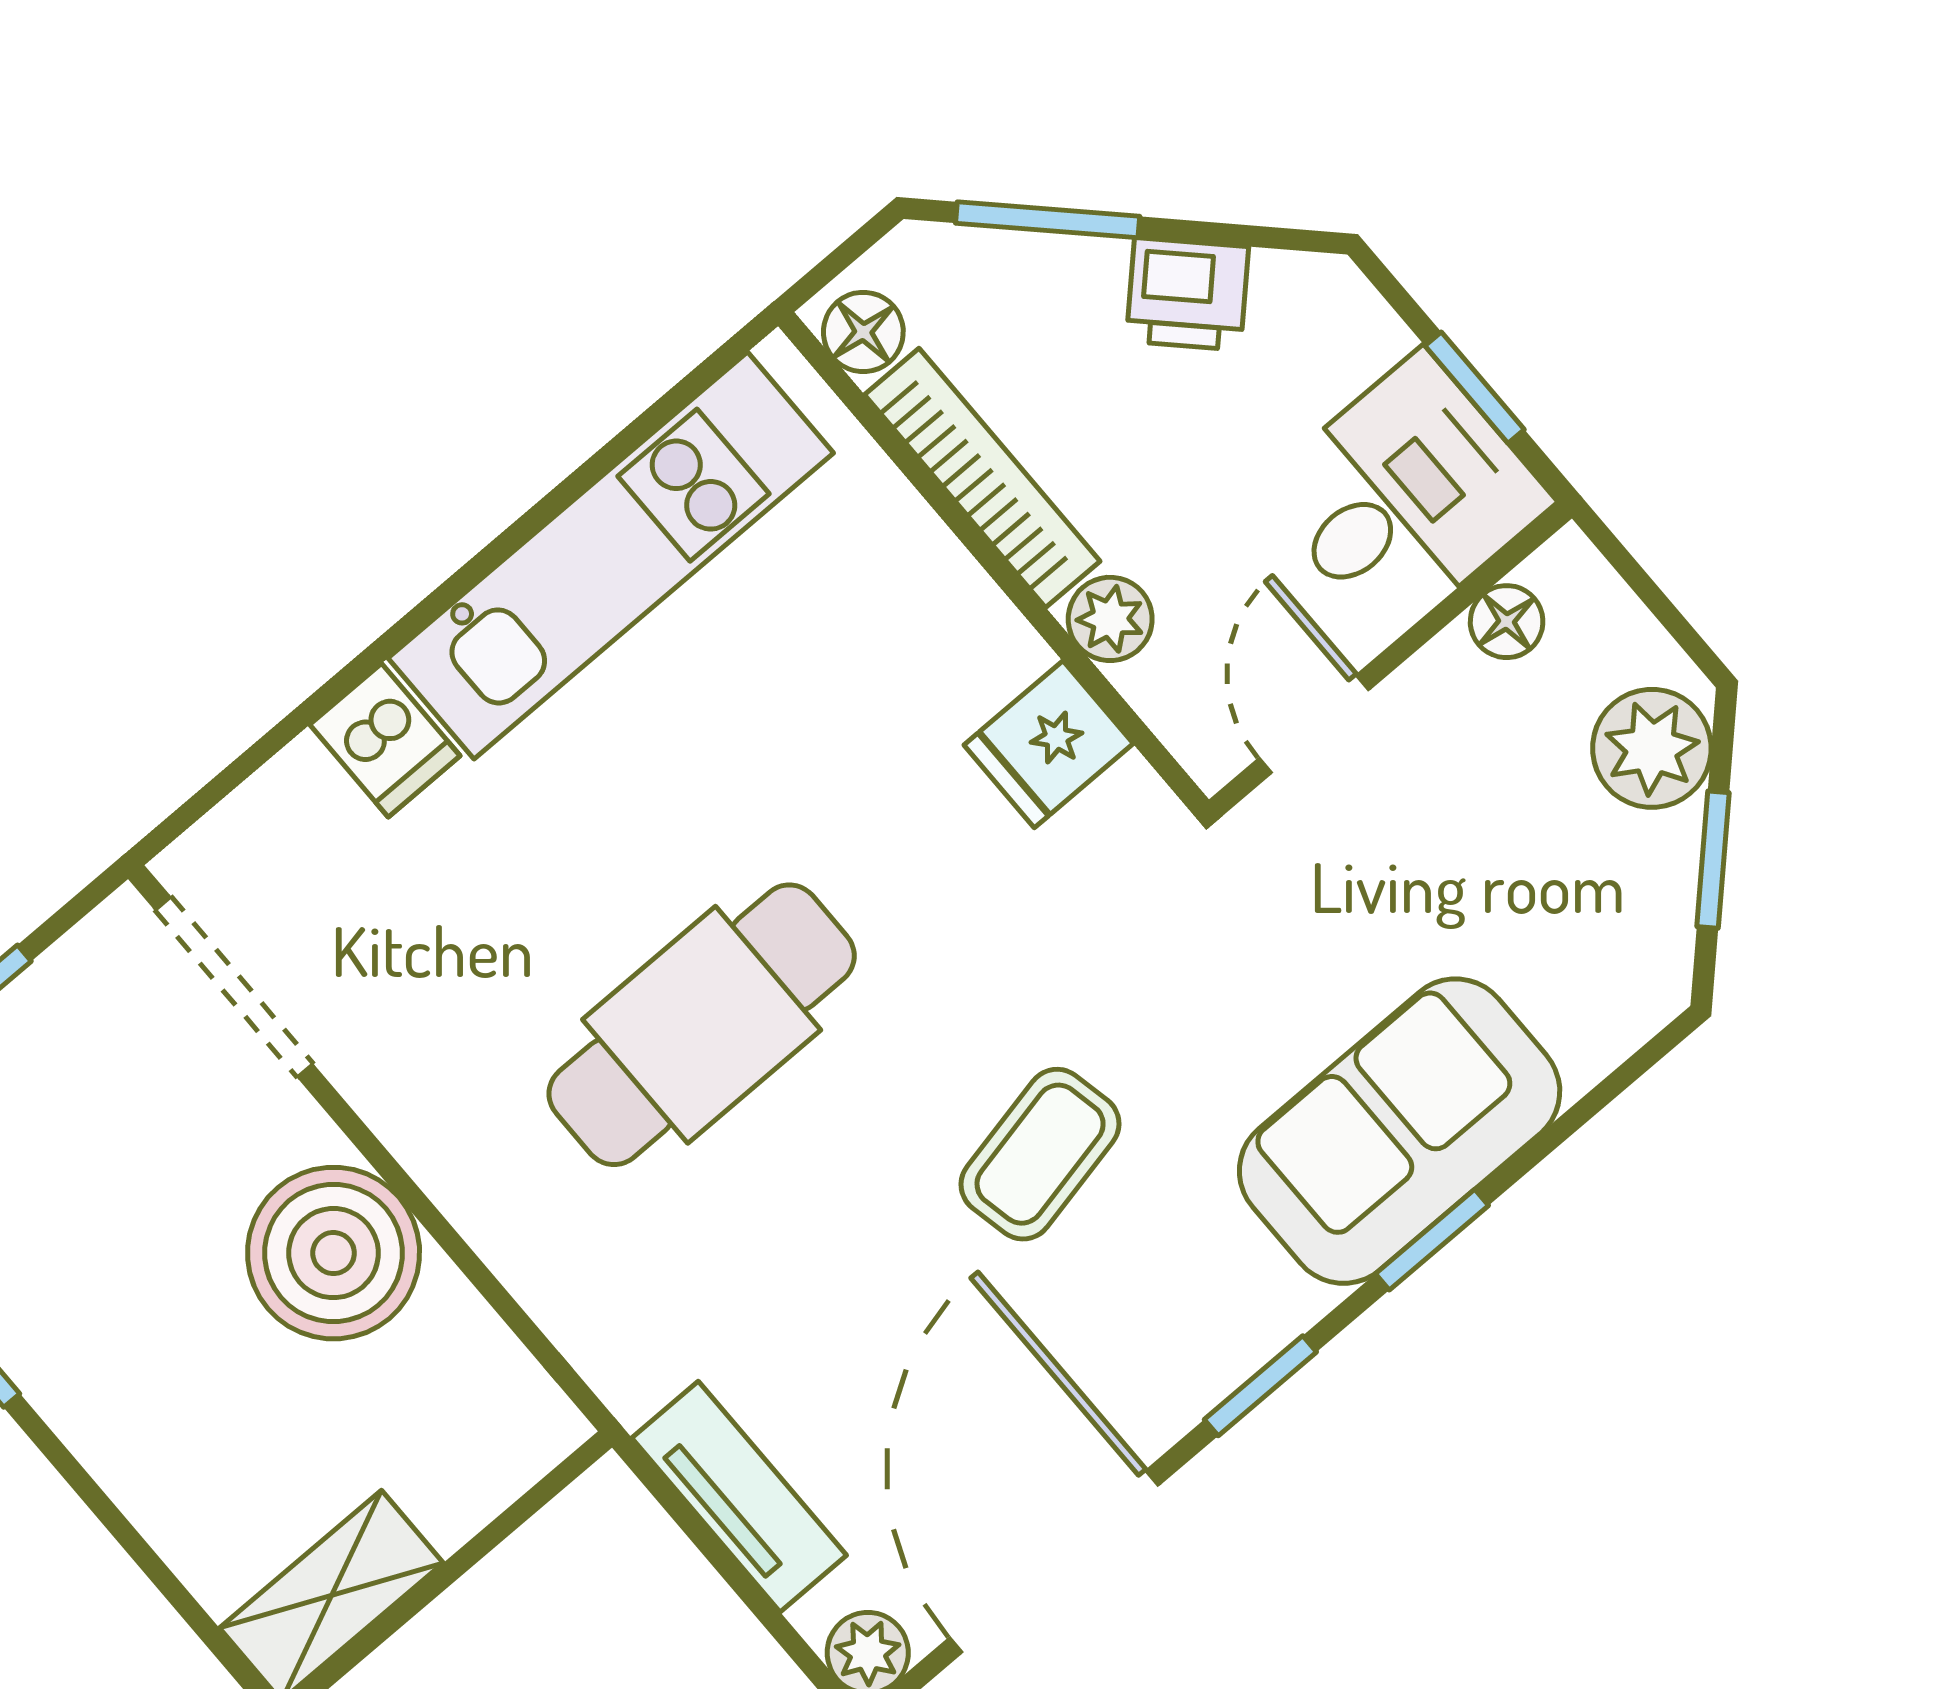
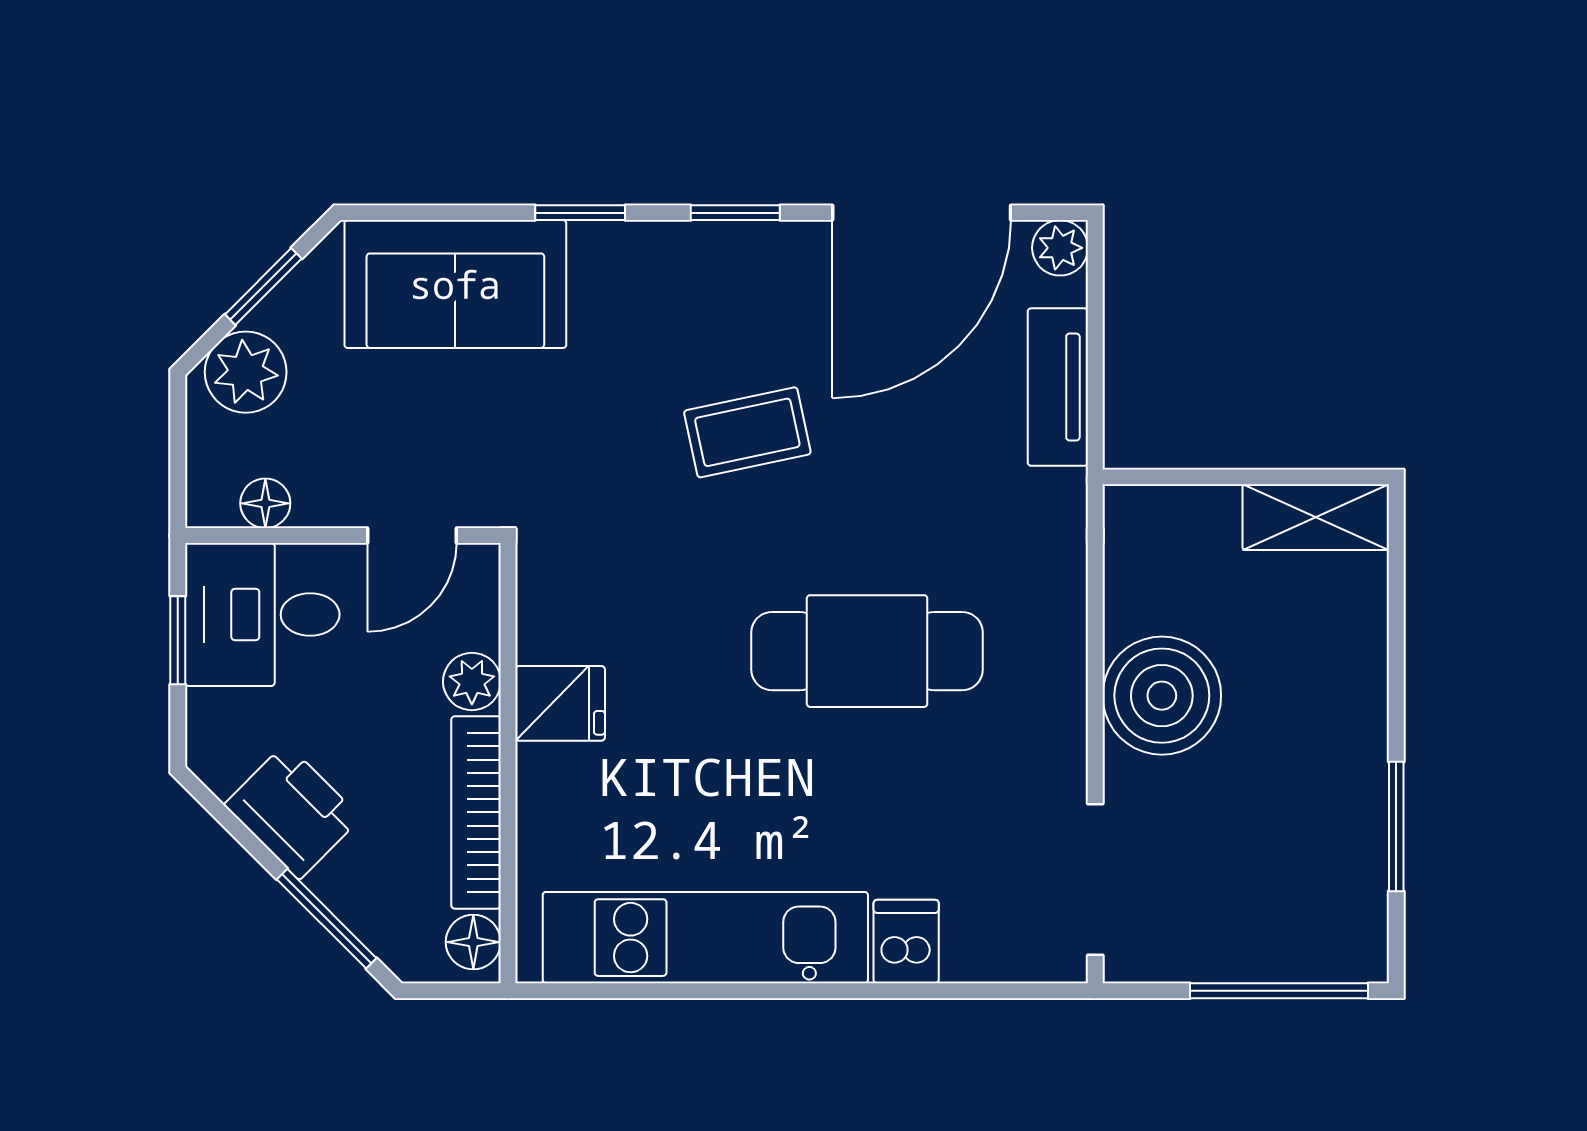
printer: (1187, 294) -> (293, 811), width x1.36, depth x1.24
fridge: (1049, 744) -> (560, 703), moved
sofa: (1400, 1131) -> (455, 284), moved

